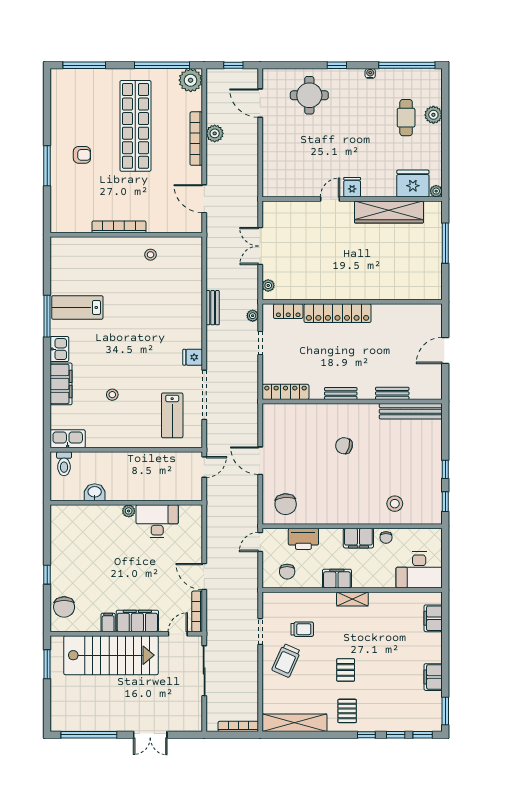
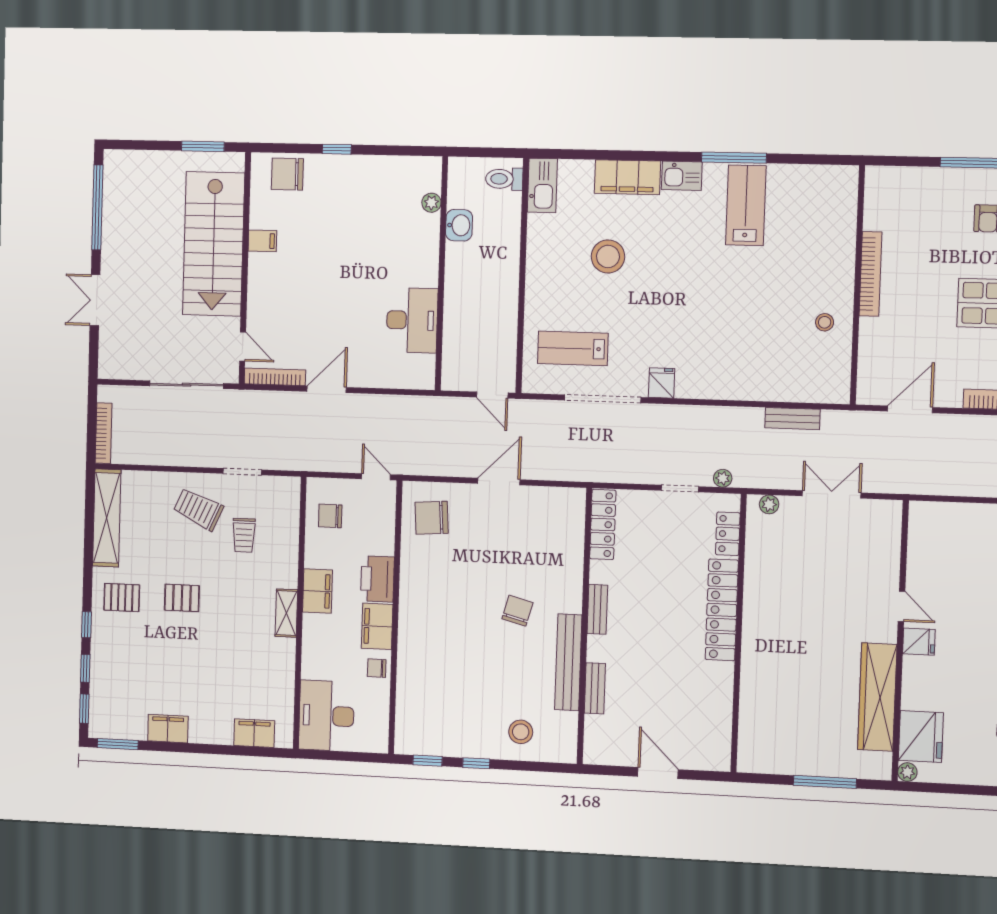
bench: (213, 308) -> (792, 419), moved
stool: (112, 395) -> (608, 256), width x1.89, depth x1.89
bench: (411, 411) -> (568, 662), moved
stool: (395, 504) -> (521, 732), moved
plant: (129, 511) -> (431, 203), moved
printer: (303, 539) -> (377, 579), moved
filing cabinet: (137, 621) -> (263, 286), removed

